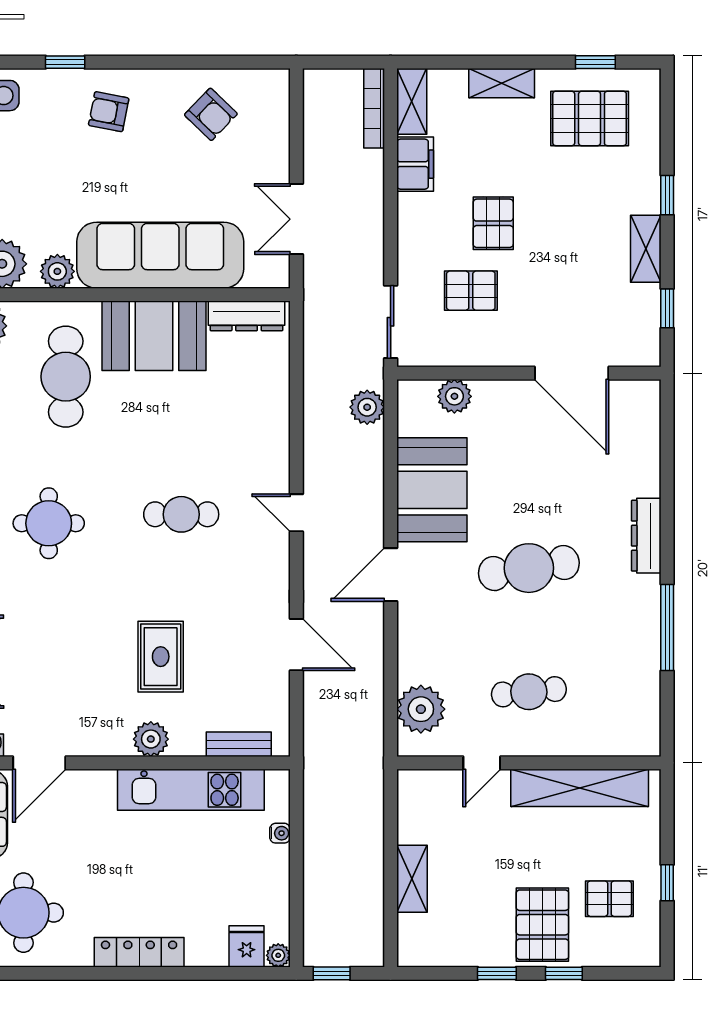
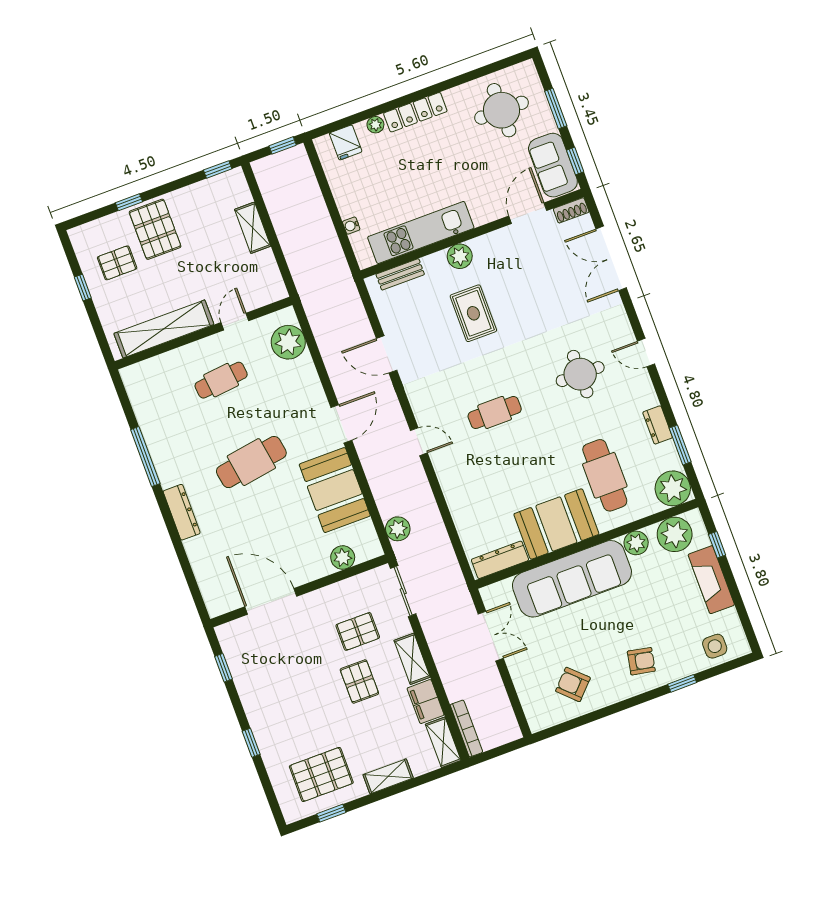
shelving: (646, 249) -> (412, 659), moved
plant: (278, 955) -> (375, 125), moved
window: (497, 973) -> (218, 169), moved

